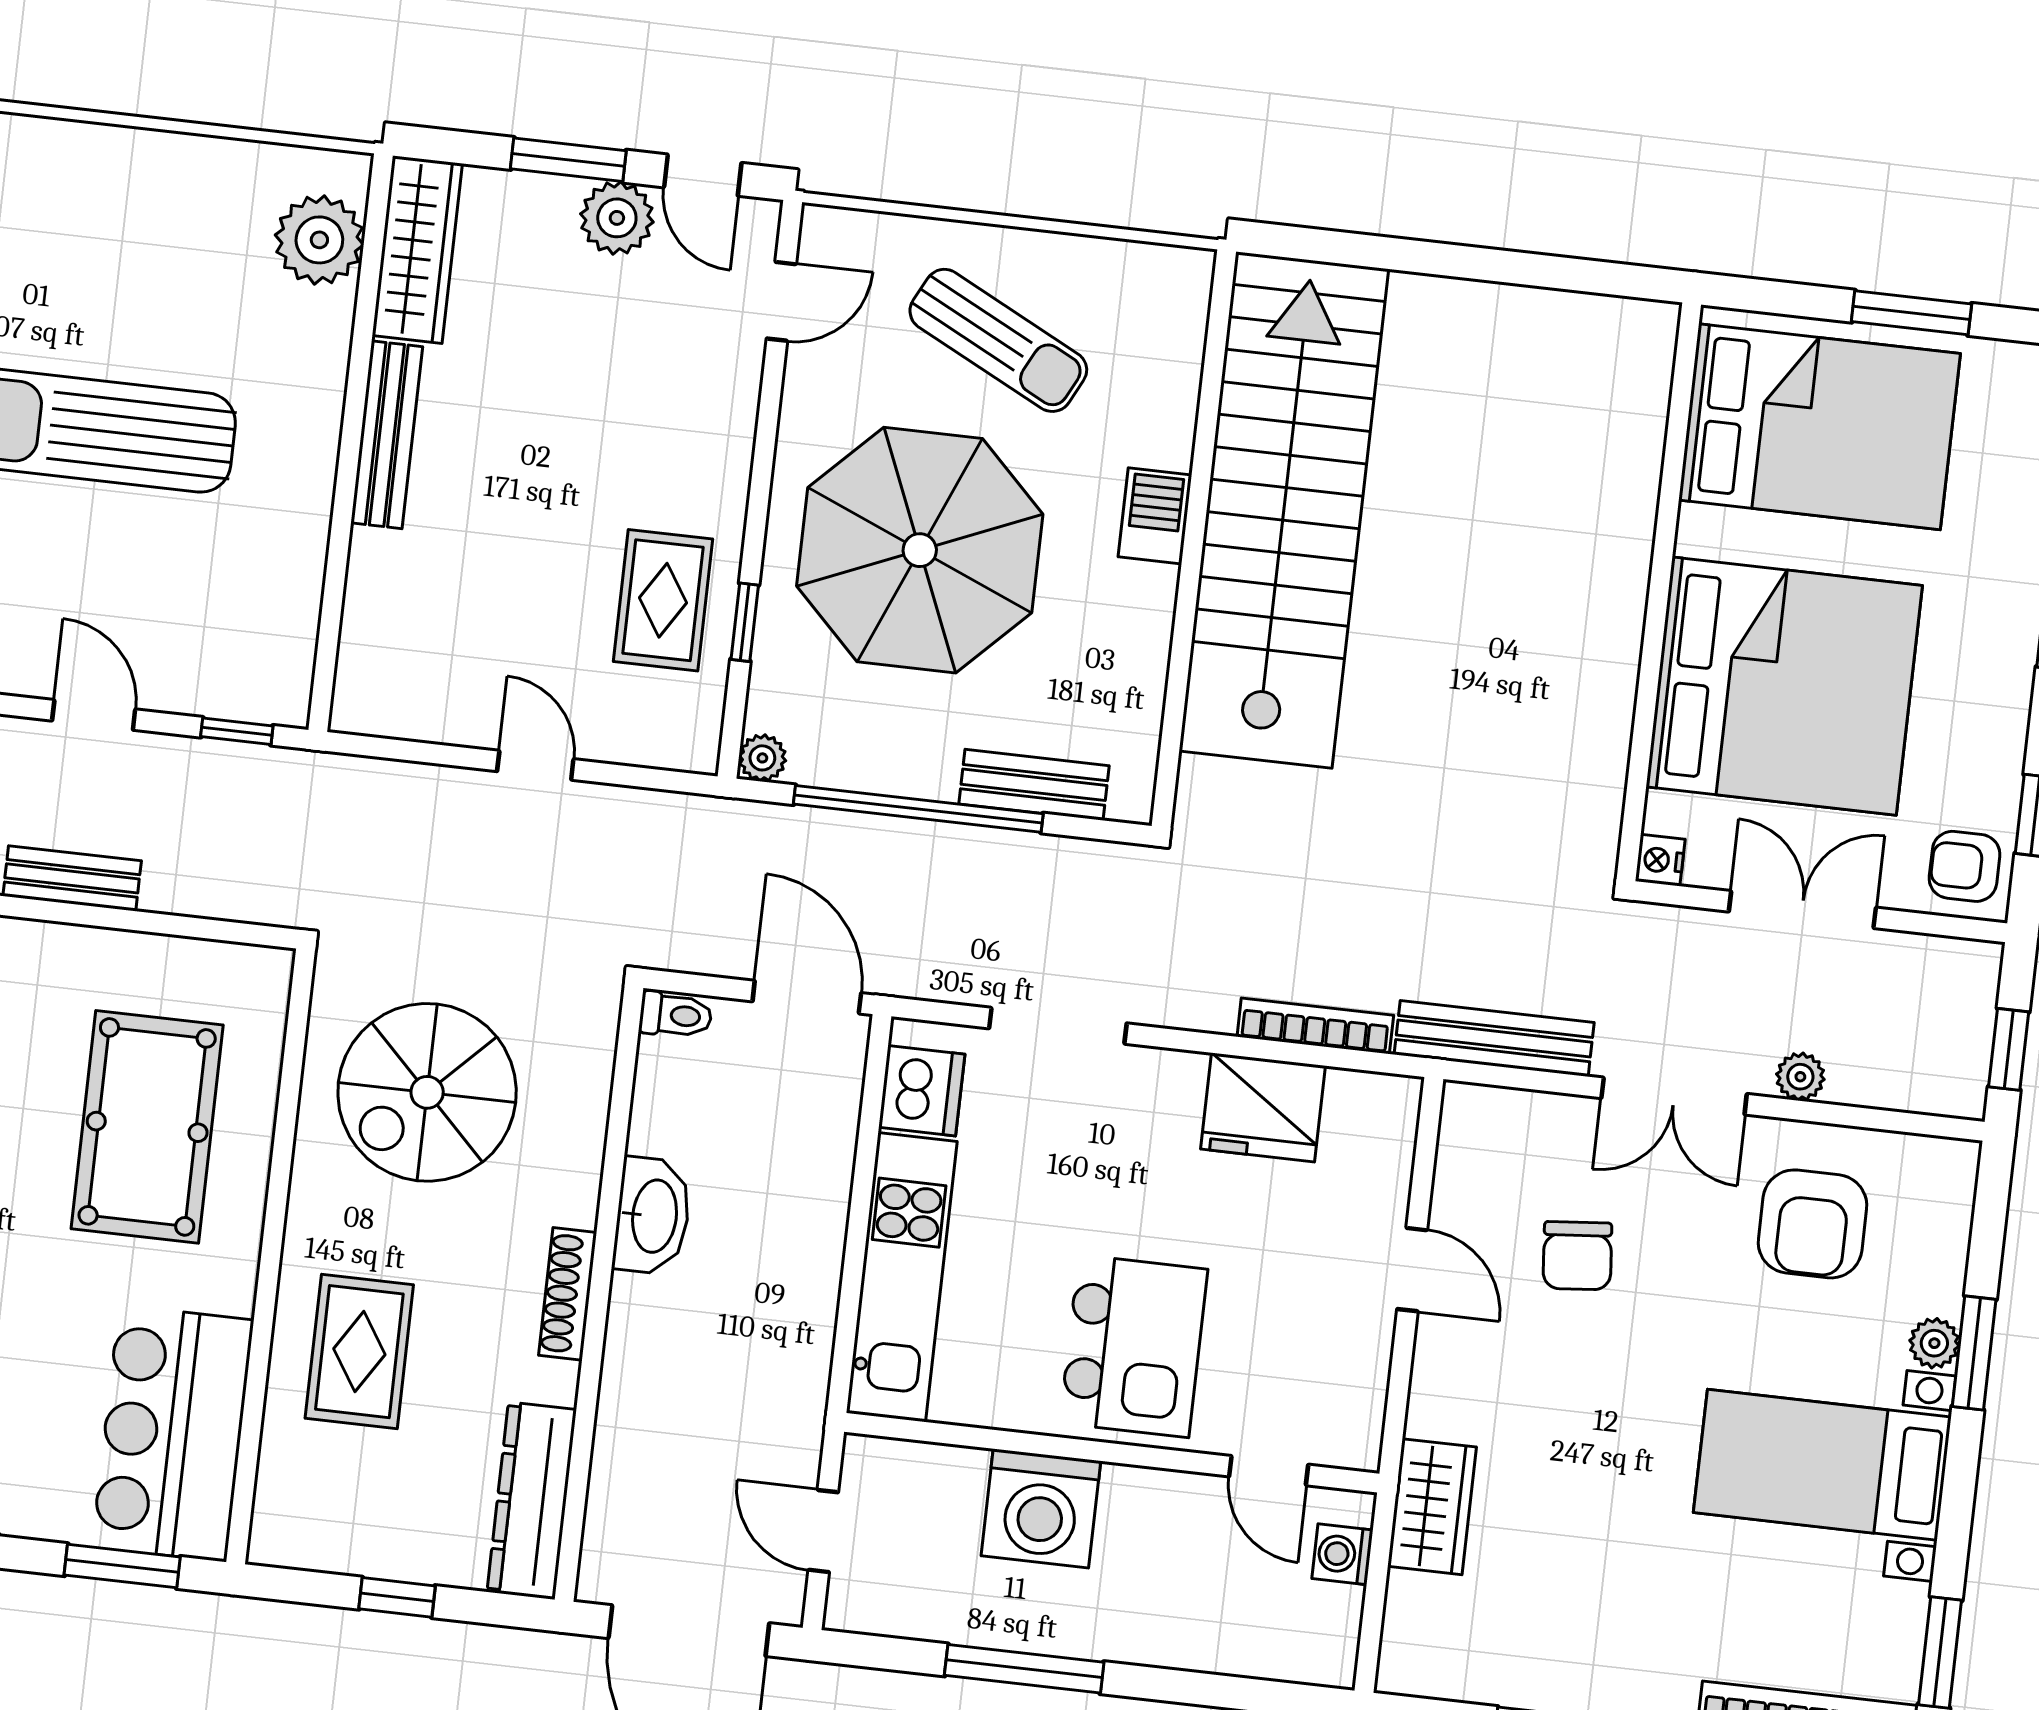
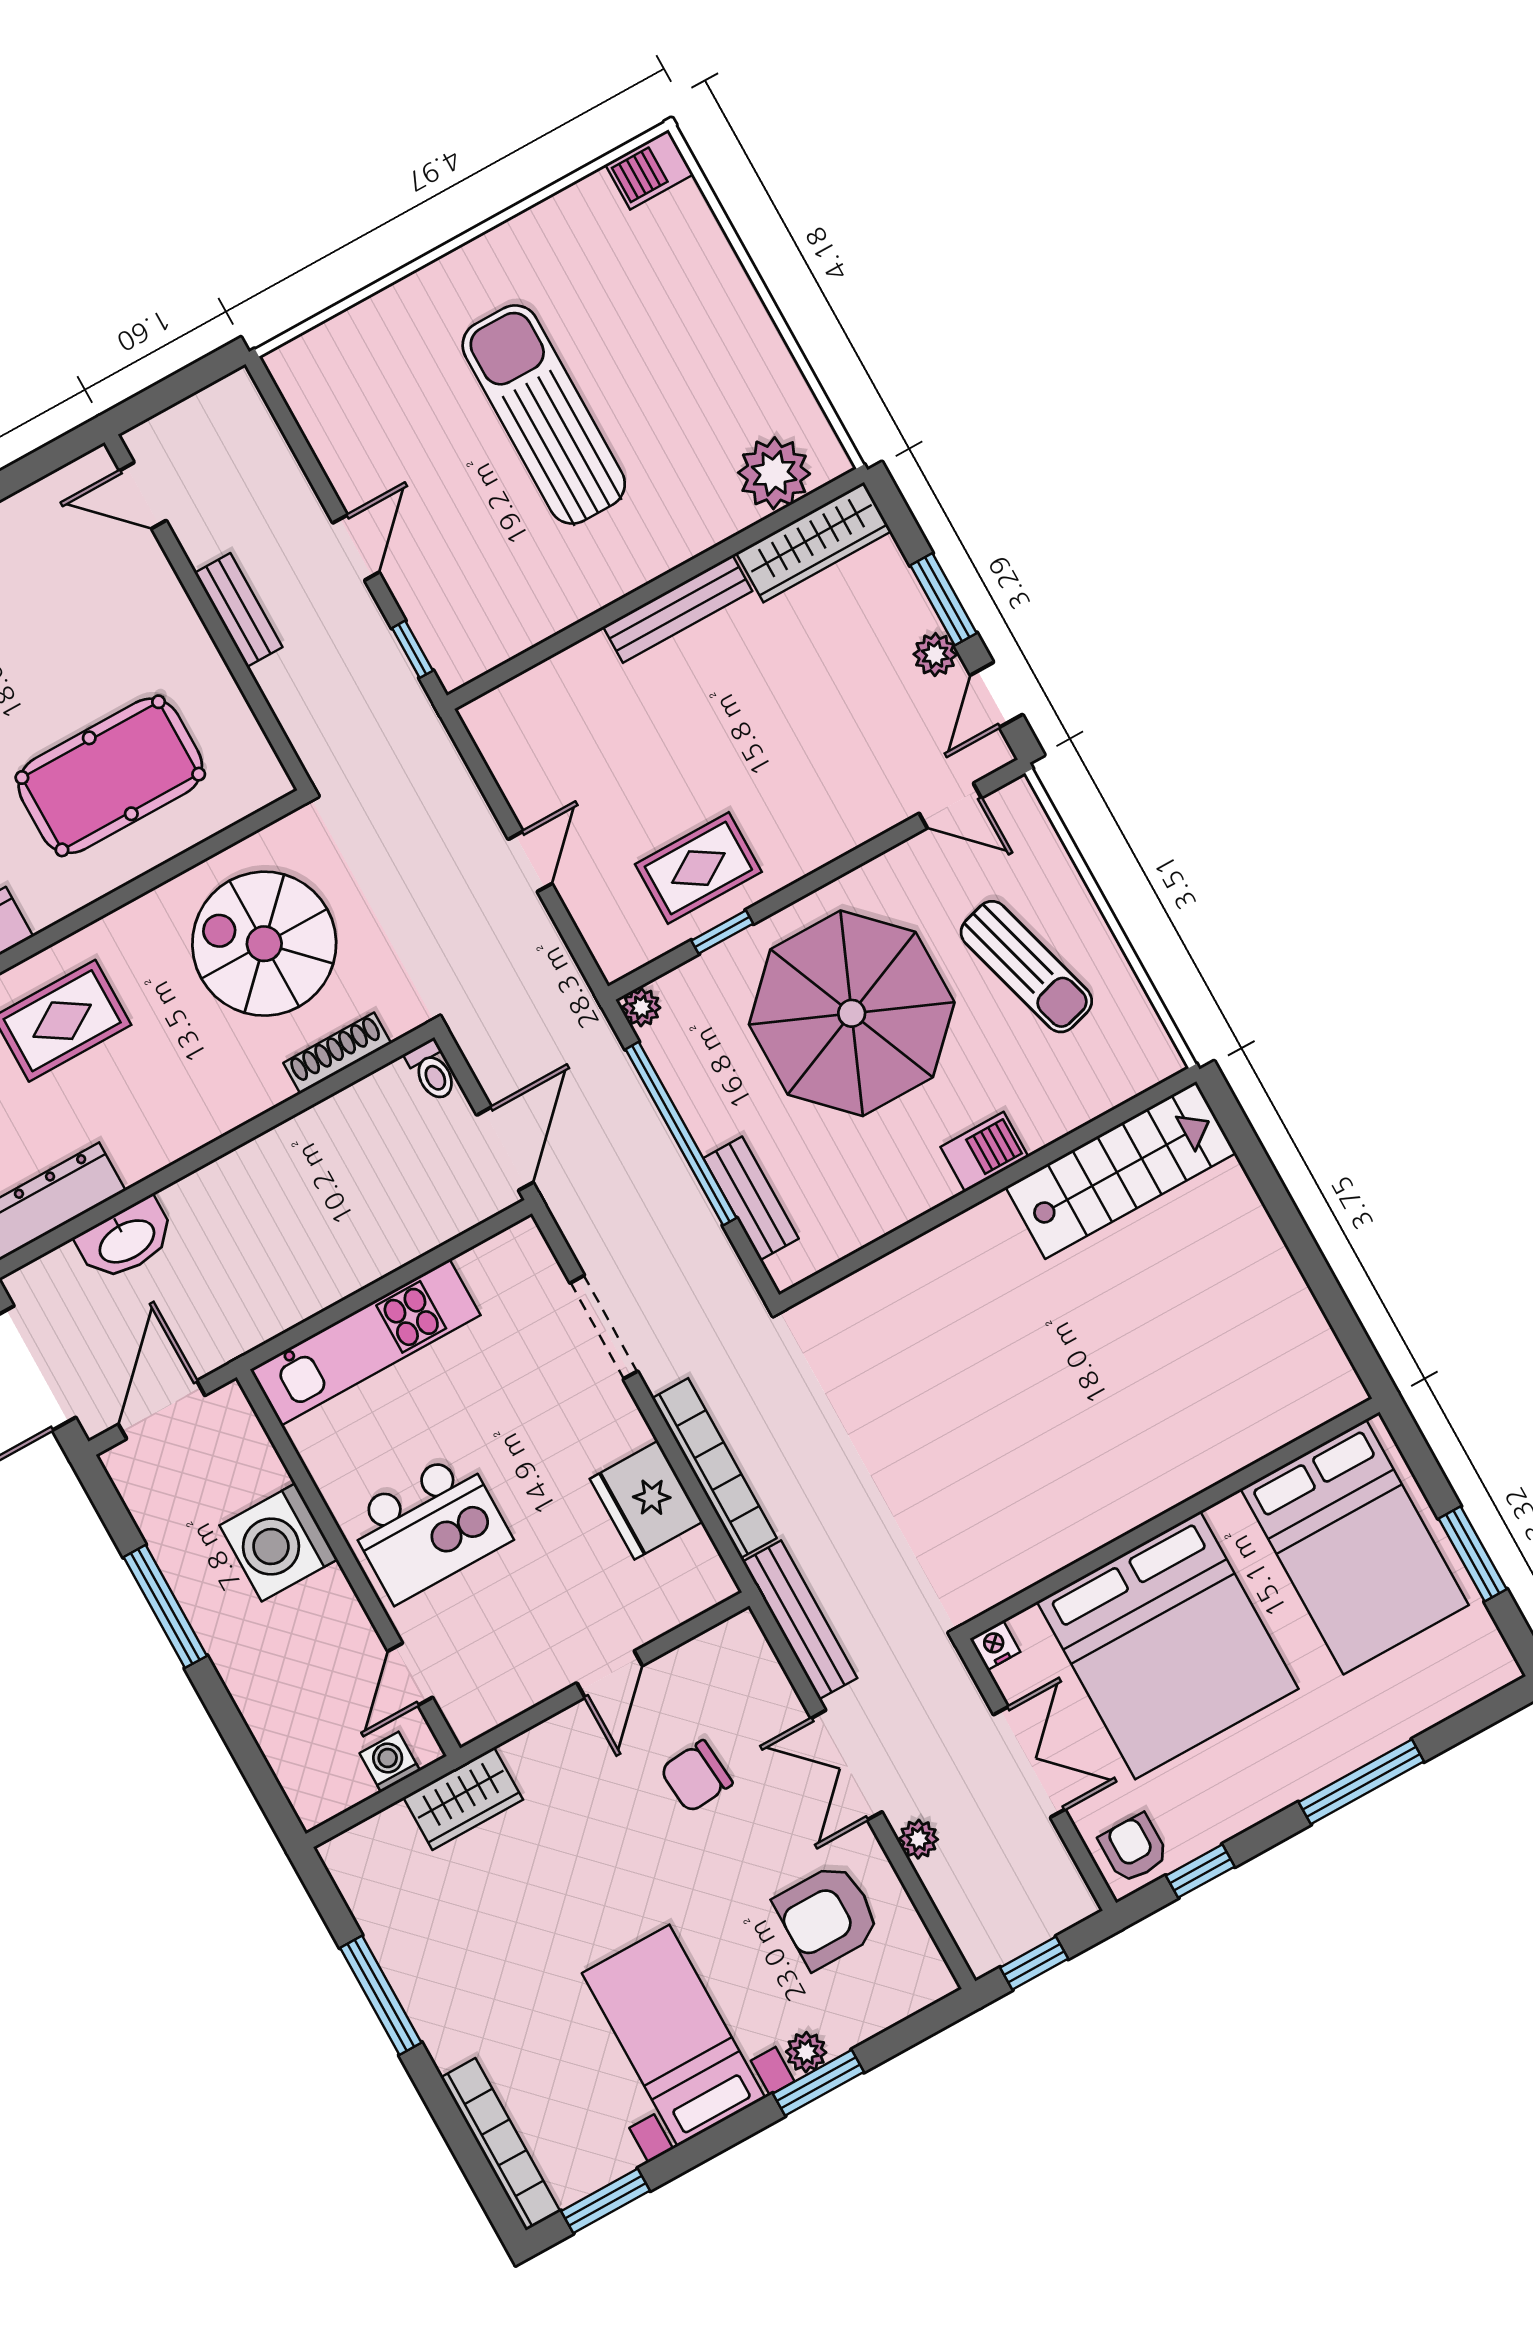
plant: (617, 218) -> (935, 655), width x0.73, depth x0.73
sun lounger: (998, 340) -> (1026, 967), turned -43
stairs: (1284, 510) -> (1121, 1170), width x0.54, depth x0.66
bookcase: (1315, 1026) -> (714, 1468), width x1.48, depth x1.31
dishwasher: (922, 1091) -> (497, 1268), removed
washbasin: (652, 1216) -> (126, 1240), moved
shoe rack: (568, 1294) -> (337, 1053), moved
door: (823, 1531) -> (162, 1410), width x1.38

